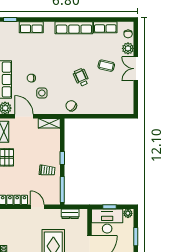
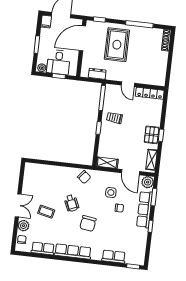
chair: (62, 58) -> (88, 223), added
desk: (107, 221) -> (59, 62), width x0.73

